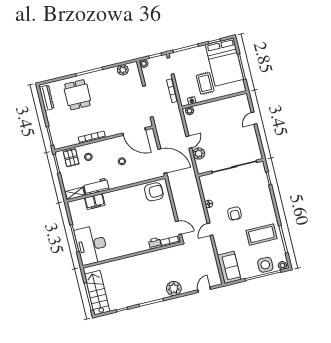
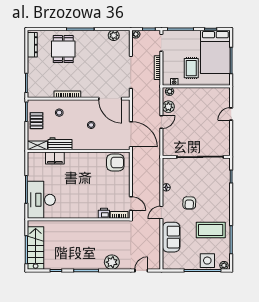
plant: (199, 153) -> (168, 107), moved
pallet: (71, 158) -> (36, 121), moved
sofa: (229, 267) -> (171, 237), moved

